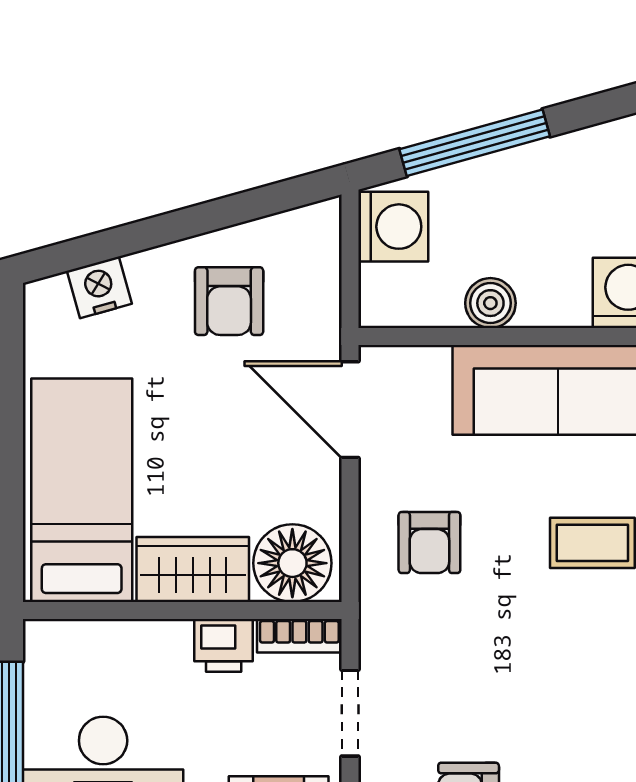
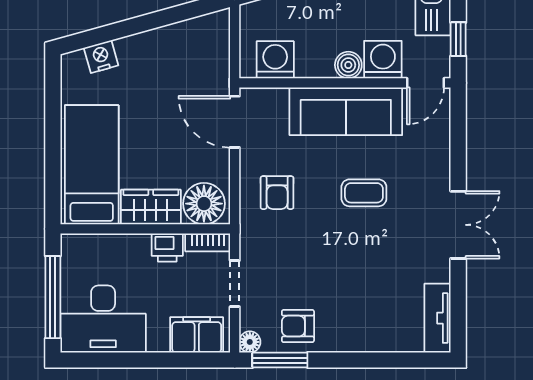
washing machine: (393, 227) -> (275, 60), moved, turned -90
armchair: (229, 301) -> (170, 64), removed
boiler: (490, 303) -> (348, 65), moved

